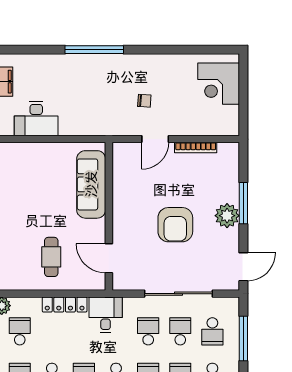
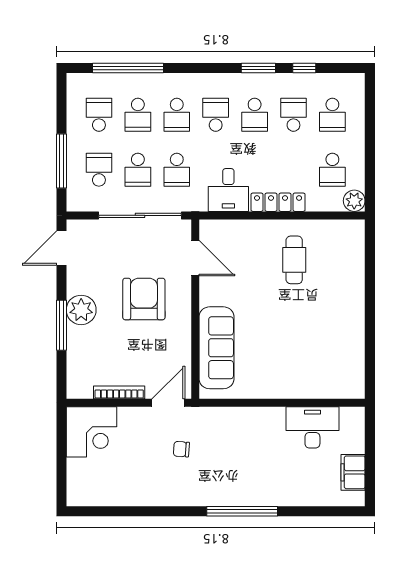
corner desk: (219, 84) -> (91, 432), moved, turned 90
sofa: (91, 184) -> (217, 348), moved
wall: (109, 216) -> (195, 309), moved
door: (109, 258) -> (195, 258), moved

